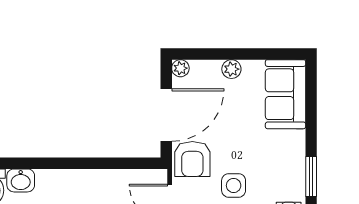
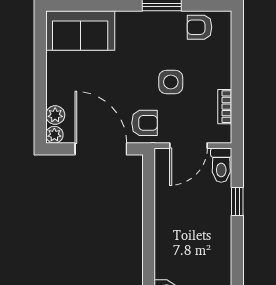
plant: (231, 69) -> (55, 115), moved
armchair: (192, 159) -> (144, 123), width x0.72, depth x0.72

